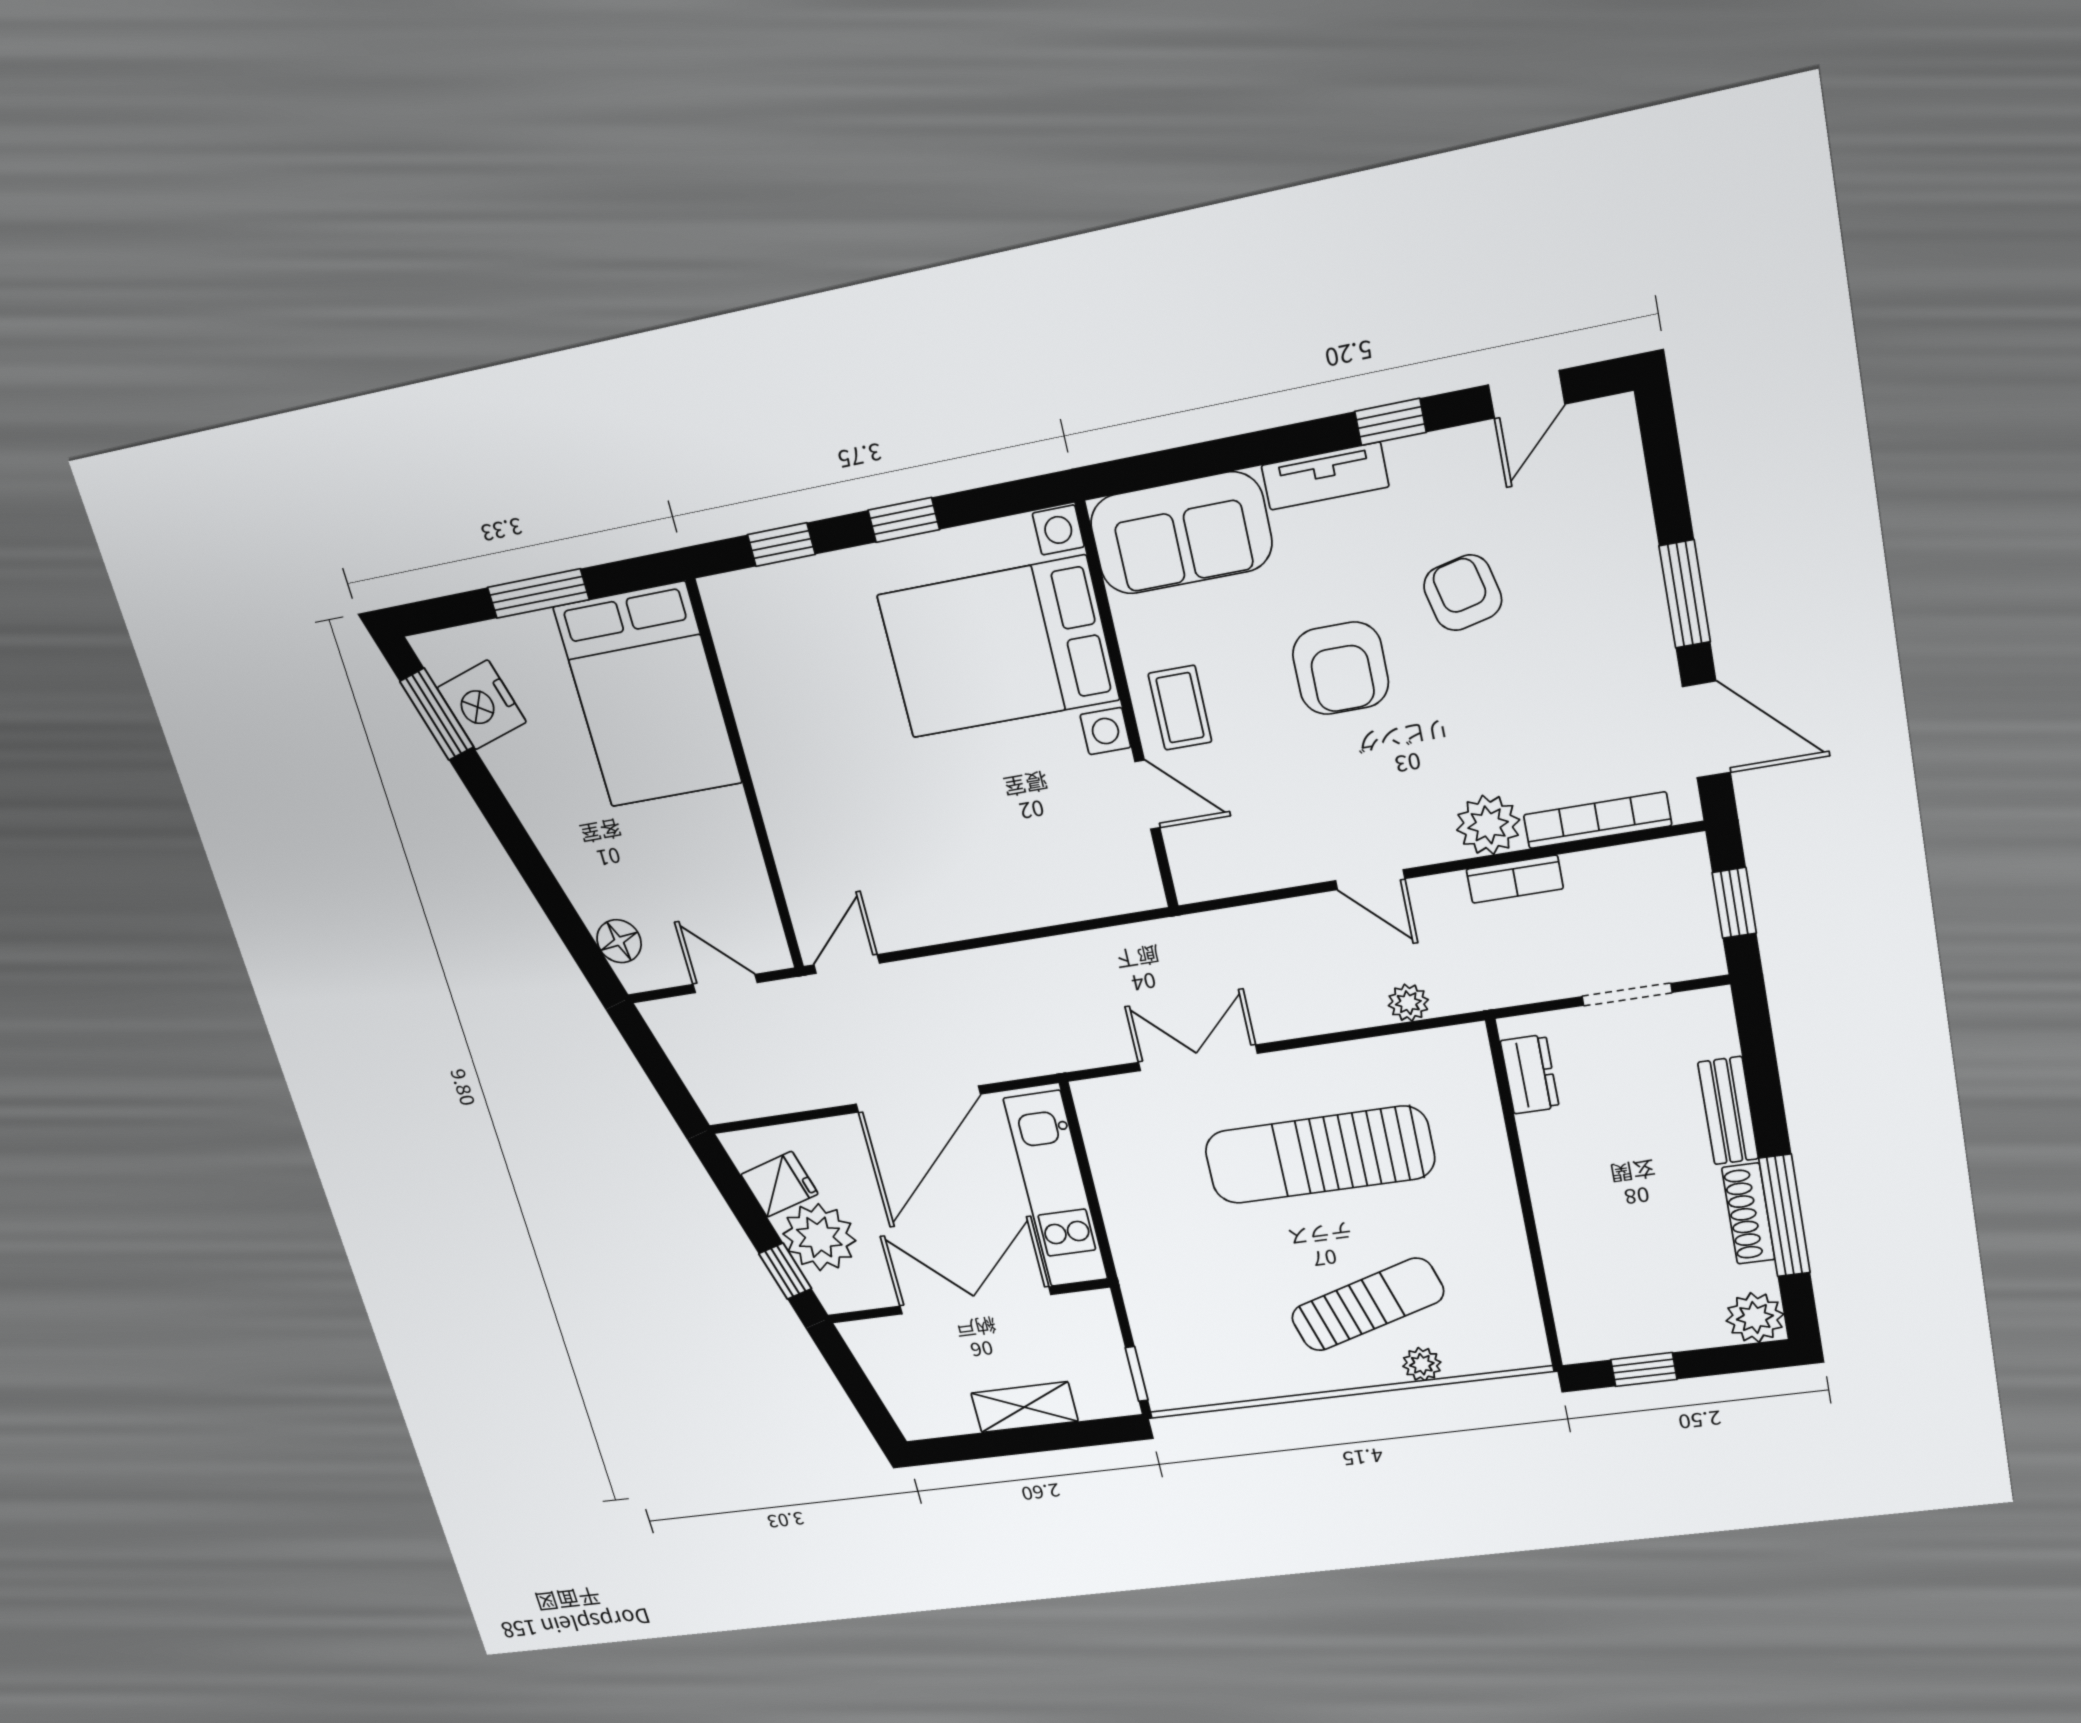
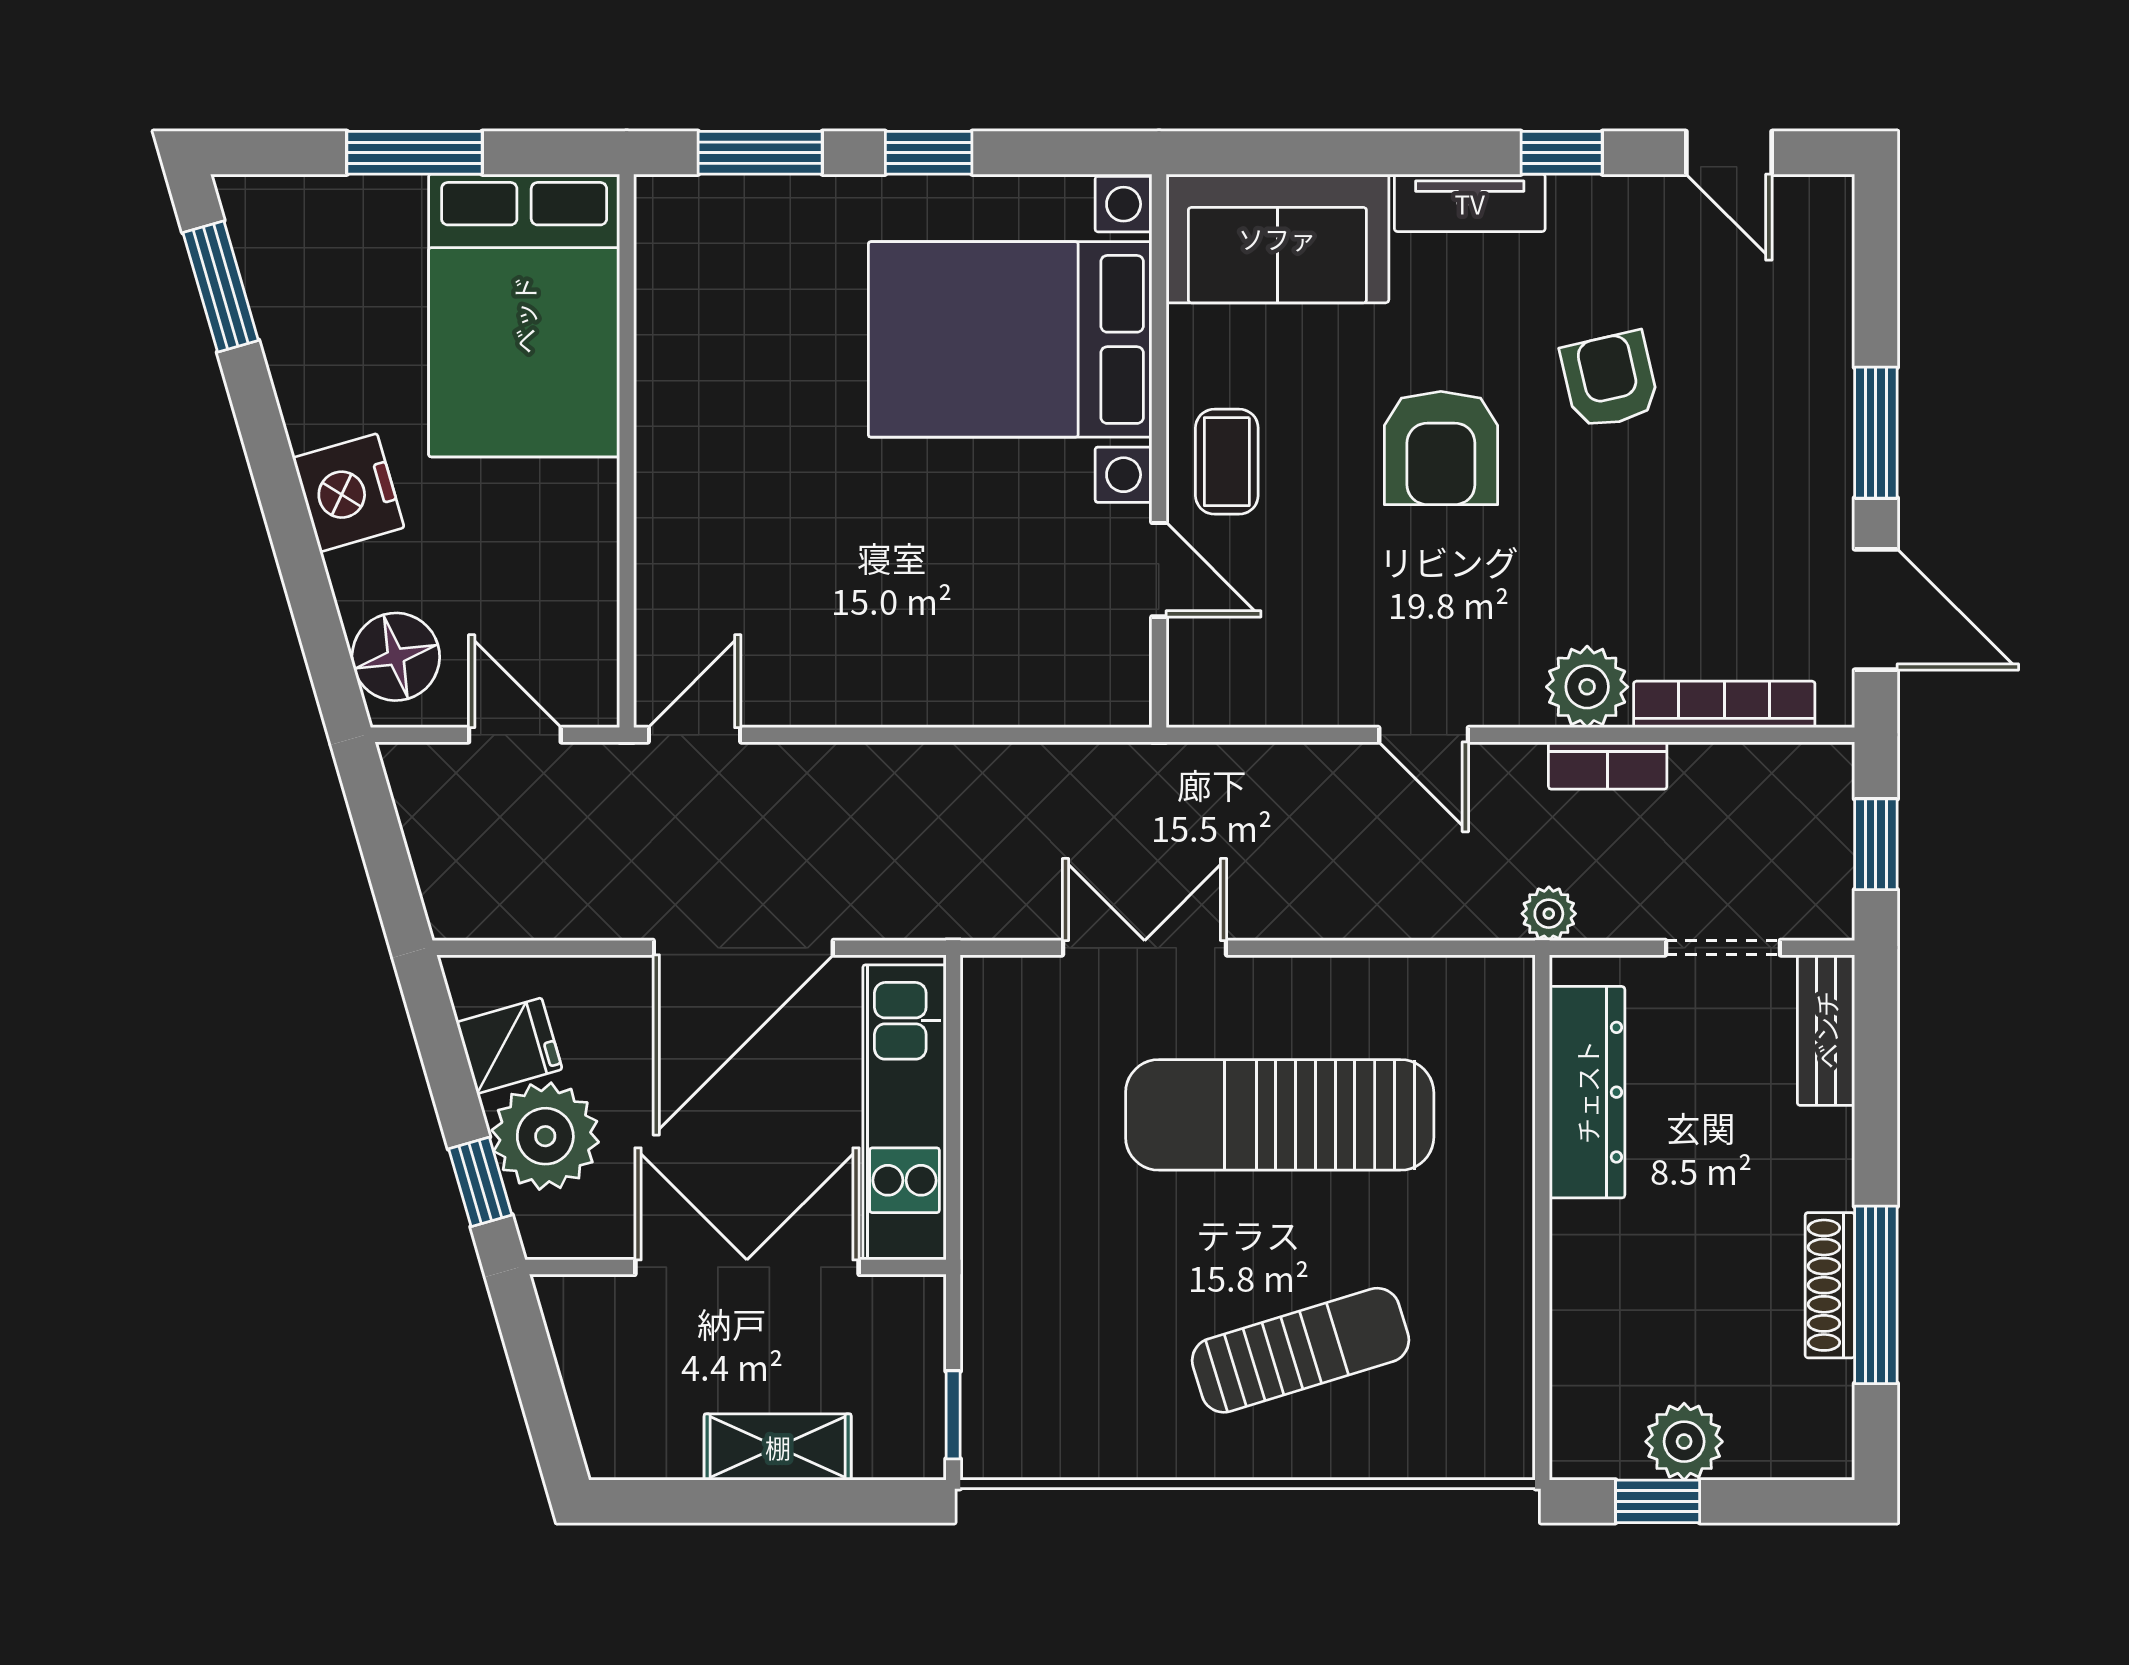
door: (1527, 394) -> (1729, 153), hinge flipped
window: (781, 545) -> (760, 153), width x1.50
nightstand: (482, 705) -> (348, 493), moved
floor lamp: (619, 941) -> (396, 657), width x1.38, depth x1.38
plant: (1408, 1003) -> (1549, 914), moved
dresser: (1530, 1074) -> (1587, 1092), width x1.96, depth x1.24
bench: (1728, 1111) -> (1826, 1030), moved
plant: (1755, 1318) -> (1684, 1442), moved
plant: (1422, 1364) -> (1358, 1453), removed

